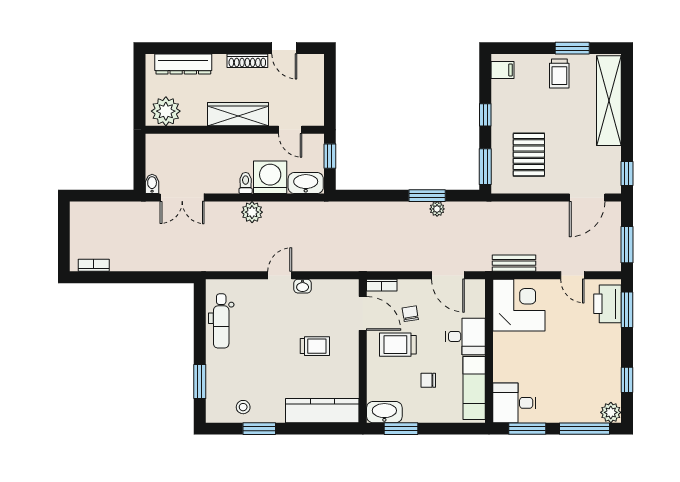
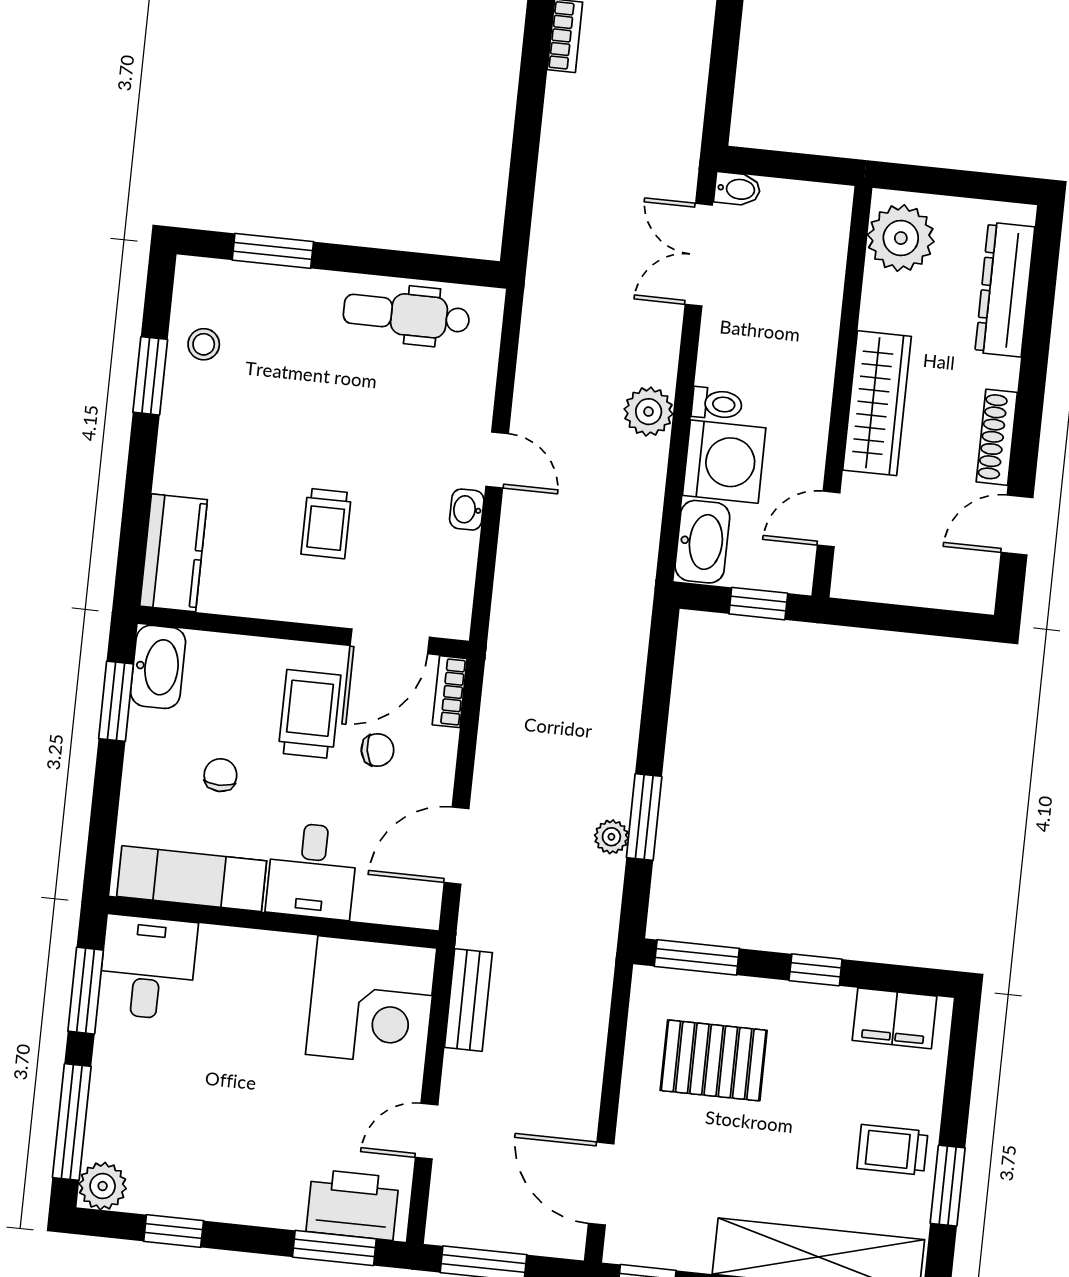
filing cabinet: (503, 70) -> (895, 1018), width x2.00
kitchen counter: (322, 411) -> (173, 553), width x0.67

